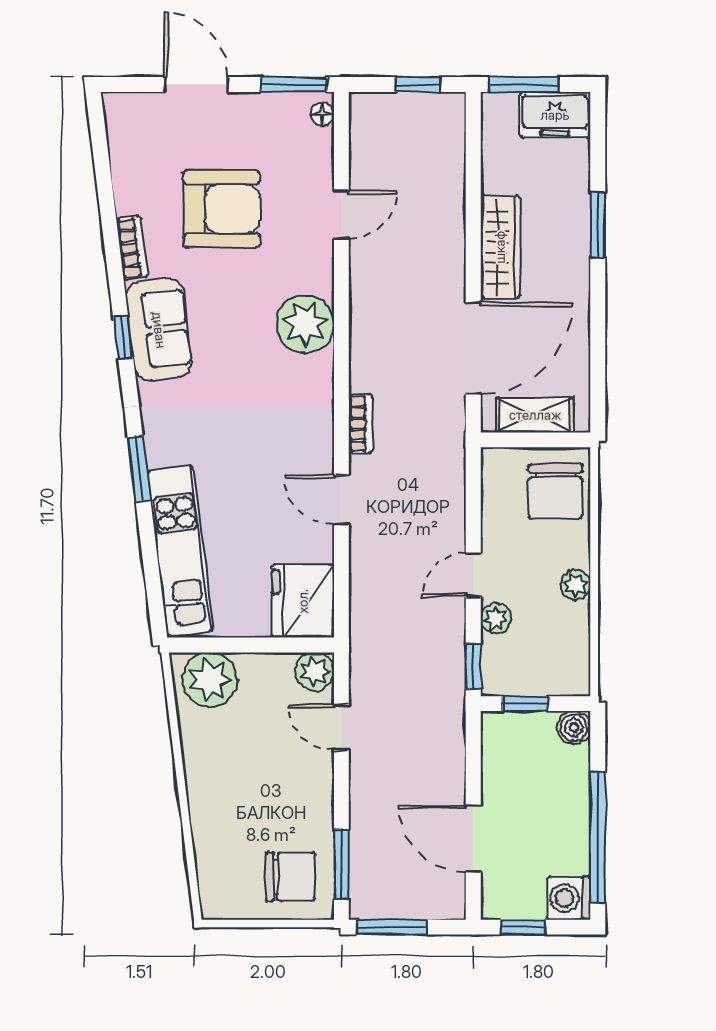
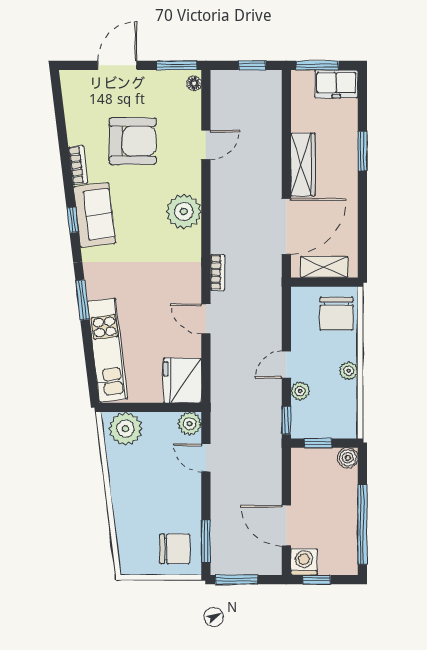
door: (196, 84) -> (117, 65), hinge flipped
washing machine: (569, 898) -> (304, 562), moved, turned 90

